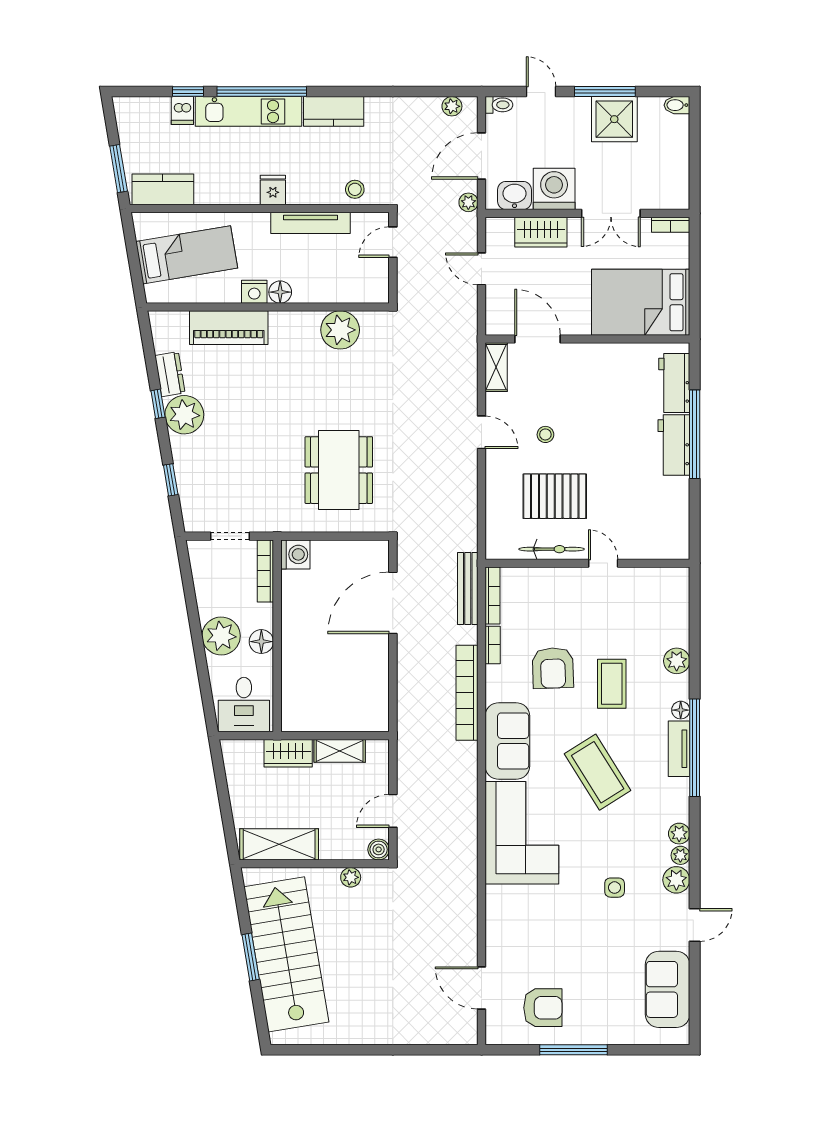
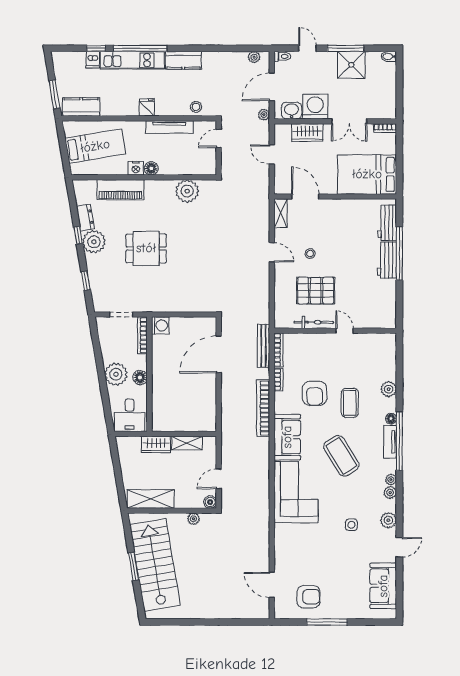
dining table: (339, 470) -> (146, 248), moved, width x0.73
plant: (680, 855) -> (391, 480), moved

